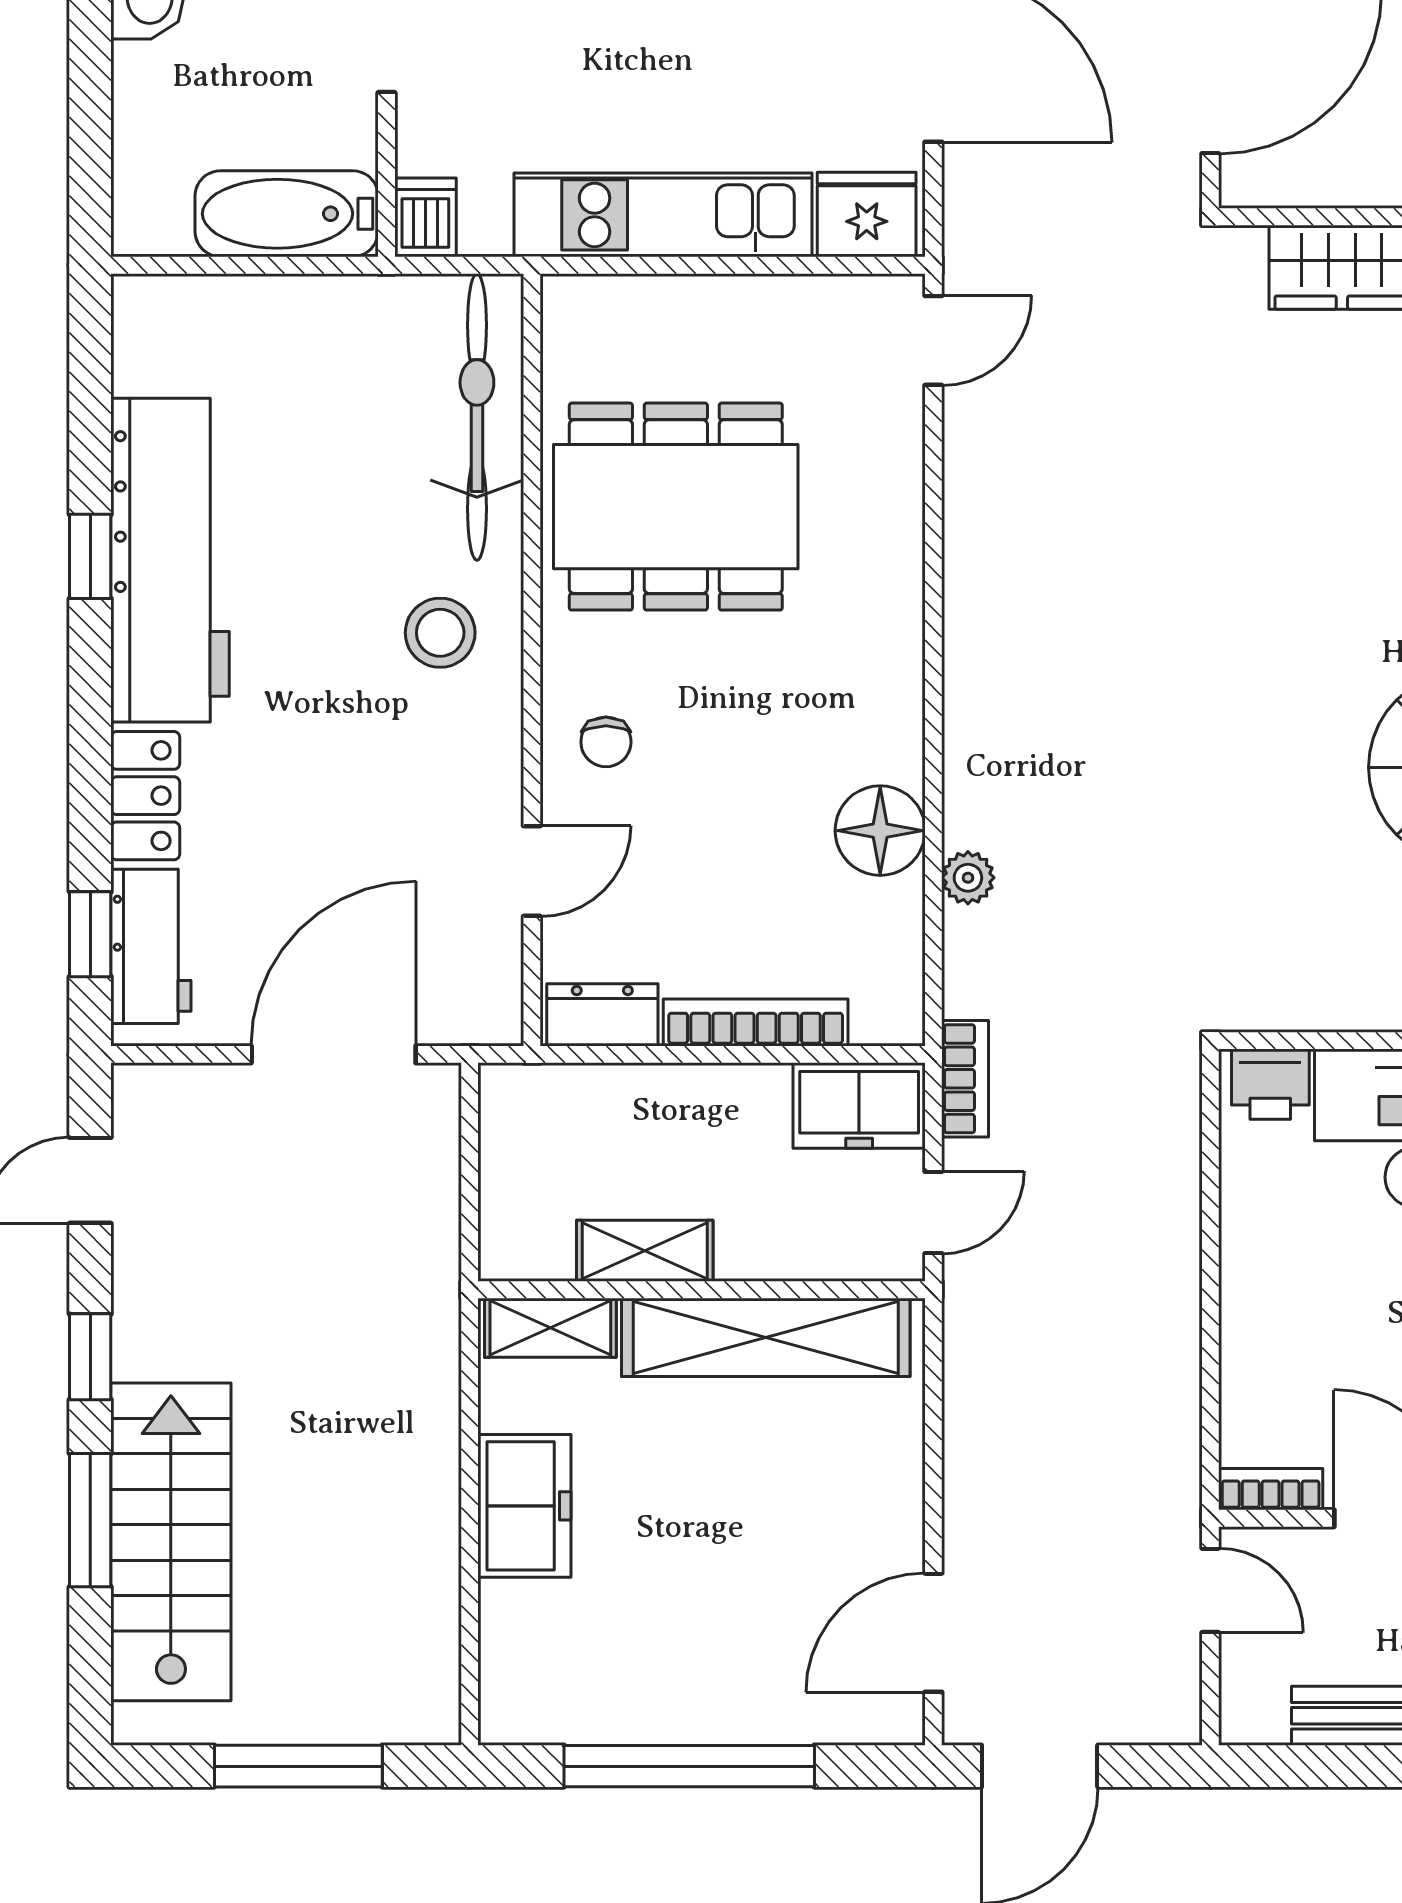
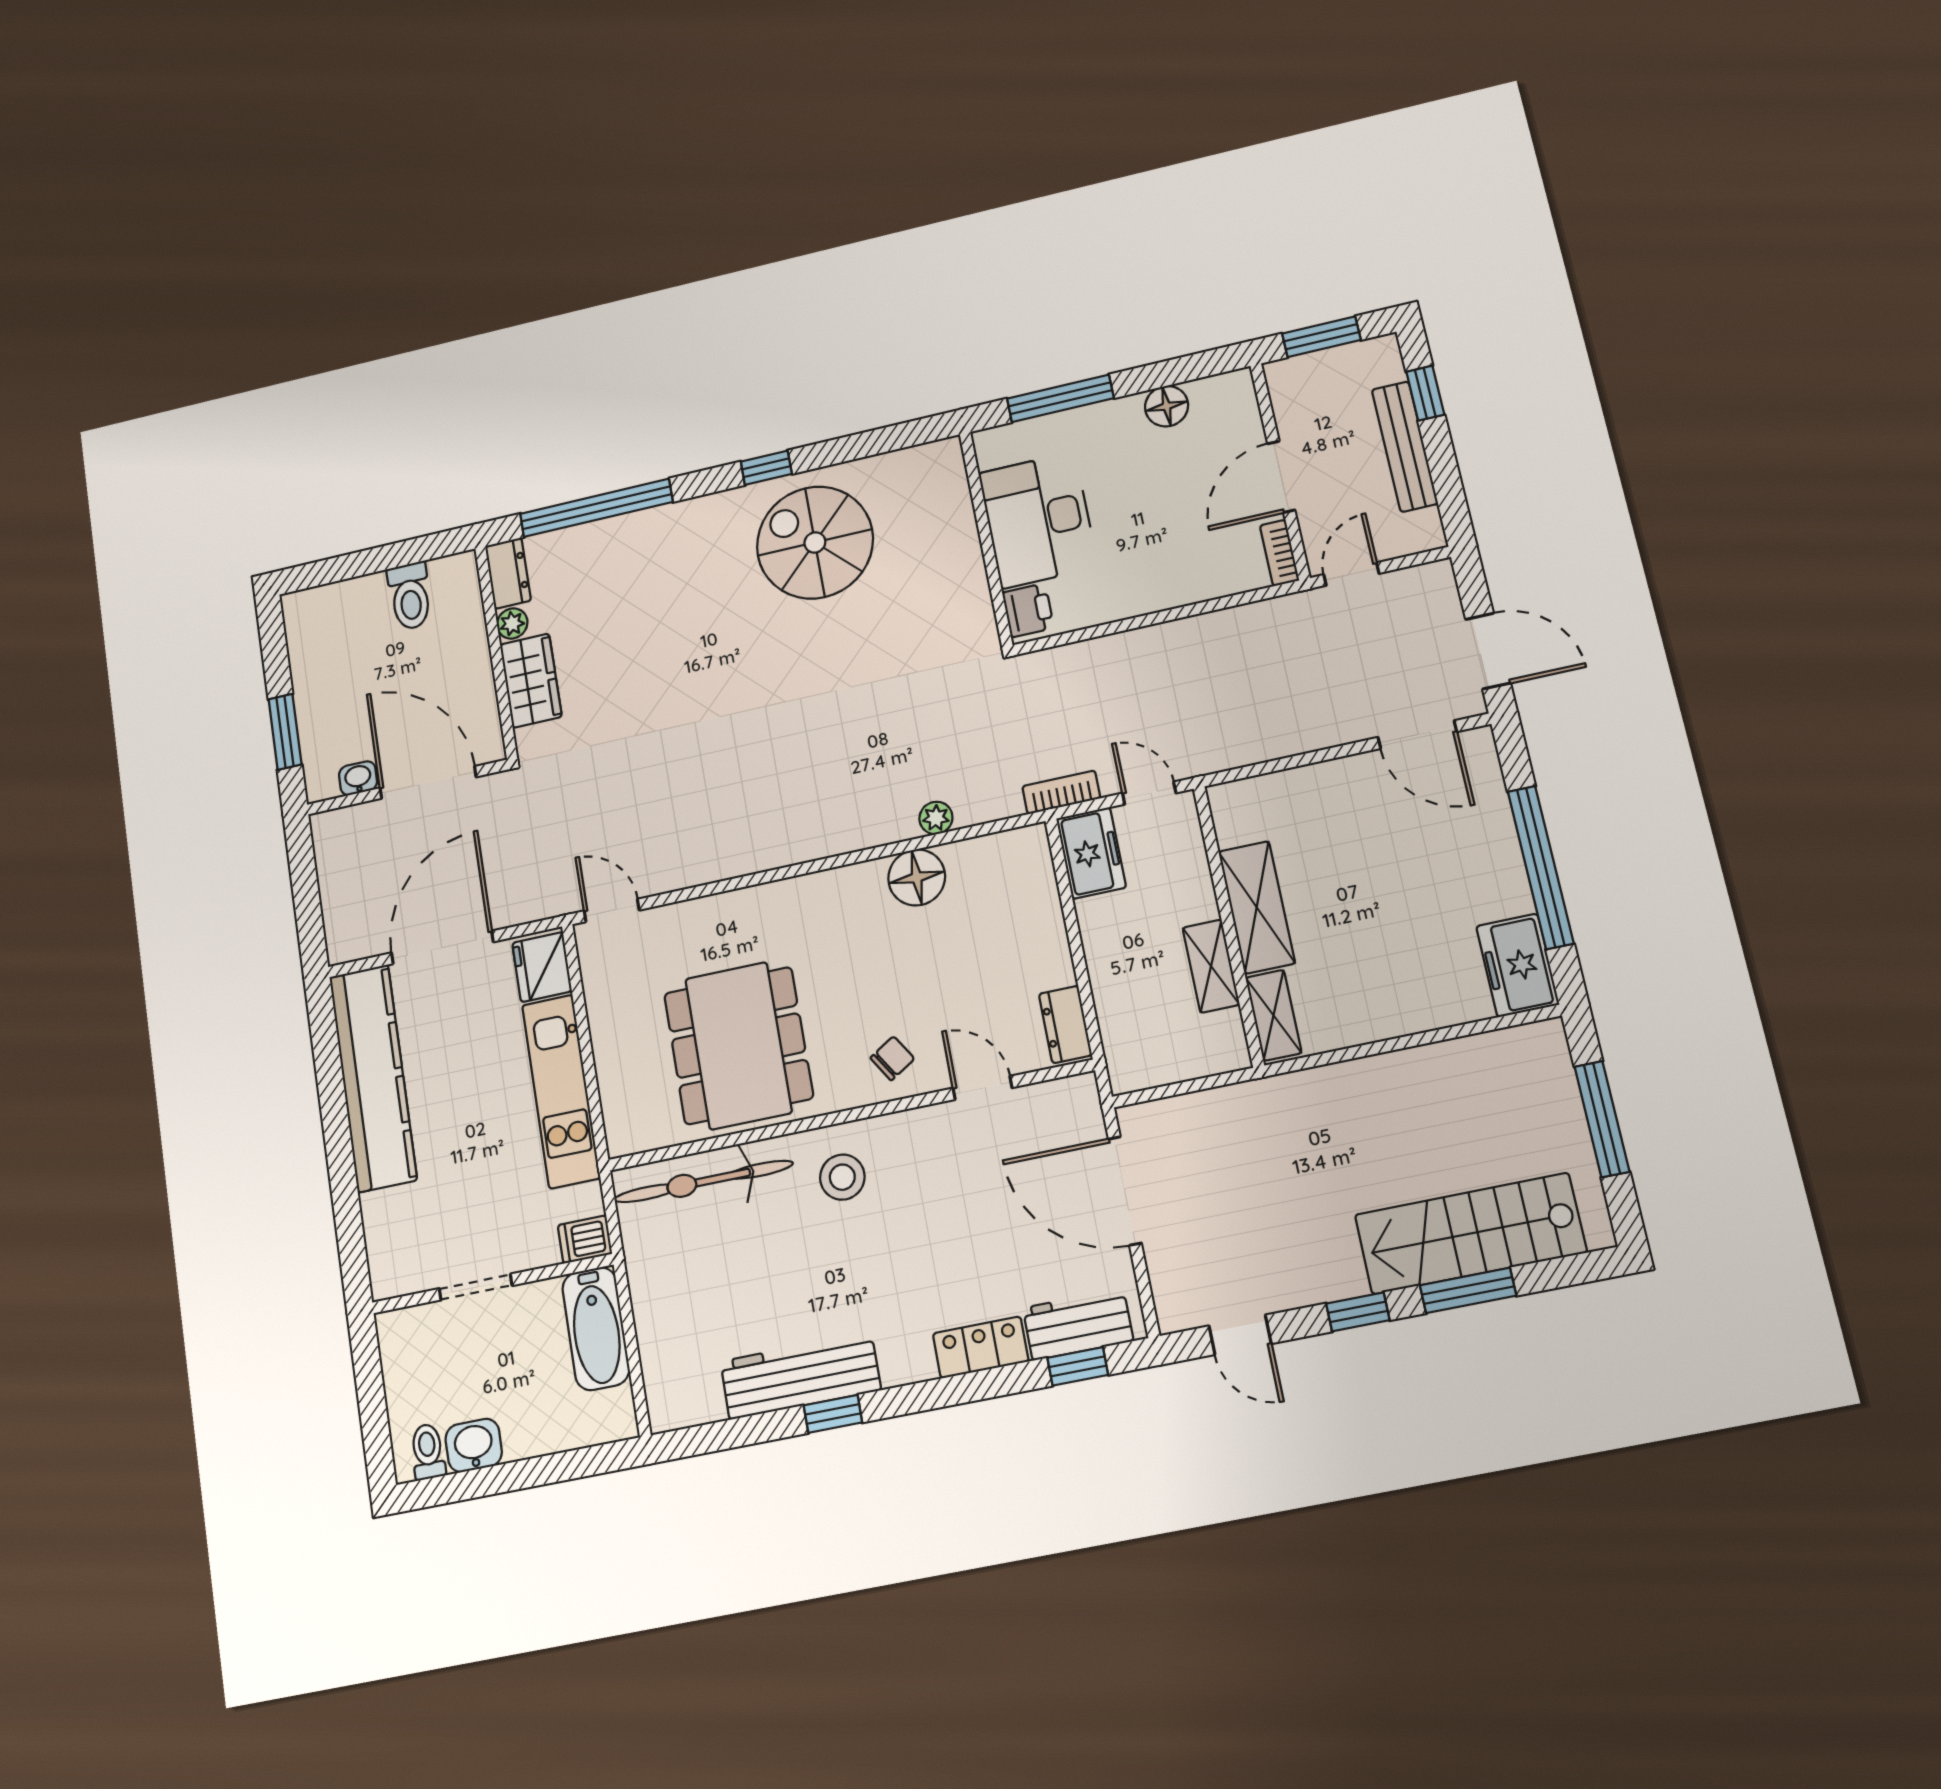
workbench: (170, 560) -> (800, 1376), width x0.73, depth x0.76
chair: (606, 742) -> (892, 1058), turned -32
bookcase: (756, 1023) -> (1051, 928), removed
shelving: (766, 1337) -> (1257, 907), width x0.68
freezer: (524, 1506) -> (1518, 965), moved, turned -90

